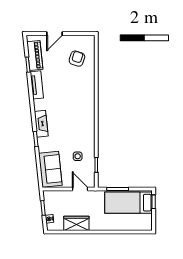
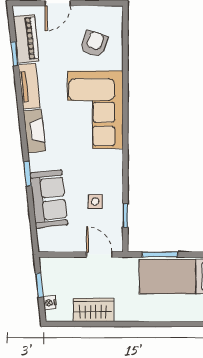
corner sofa: (78, 99) -> (95, 110), added
fireplace: (41, 124) -> (34, 131), moved
sofa: (50, 169) -> (49, 199), moved

